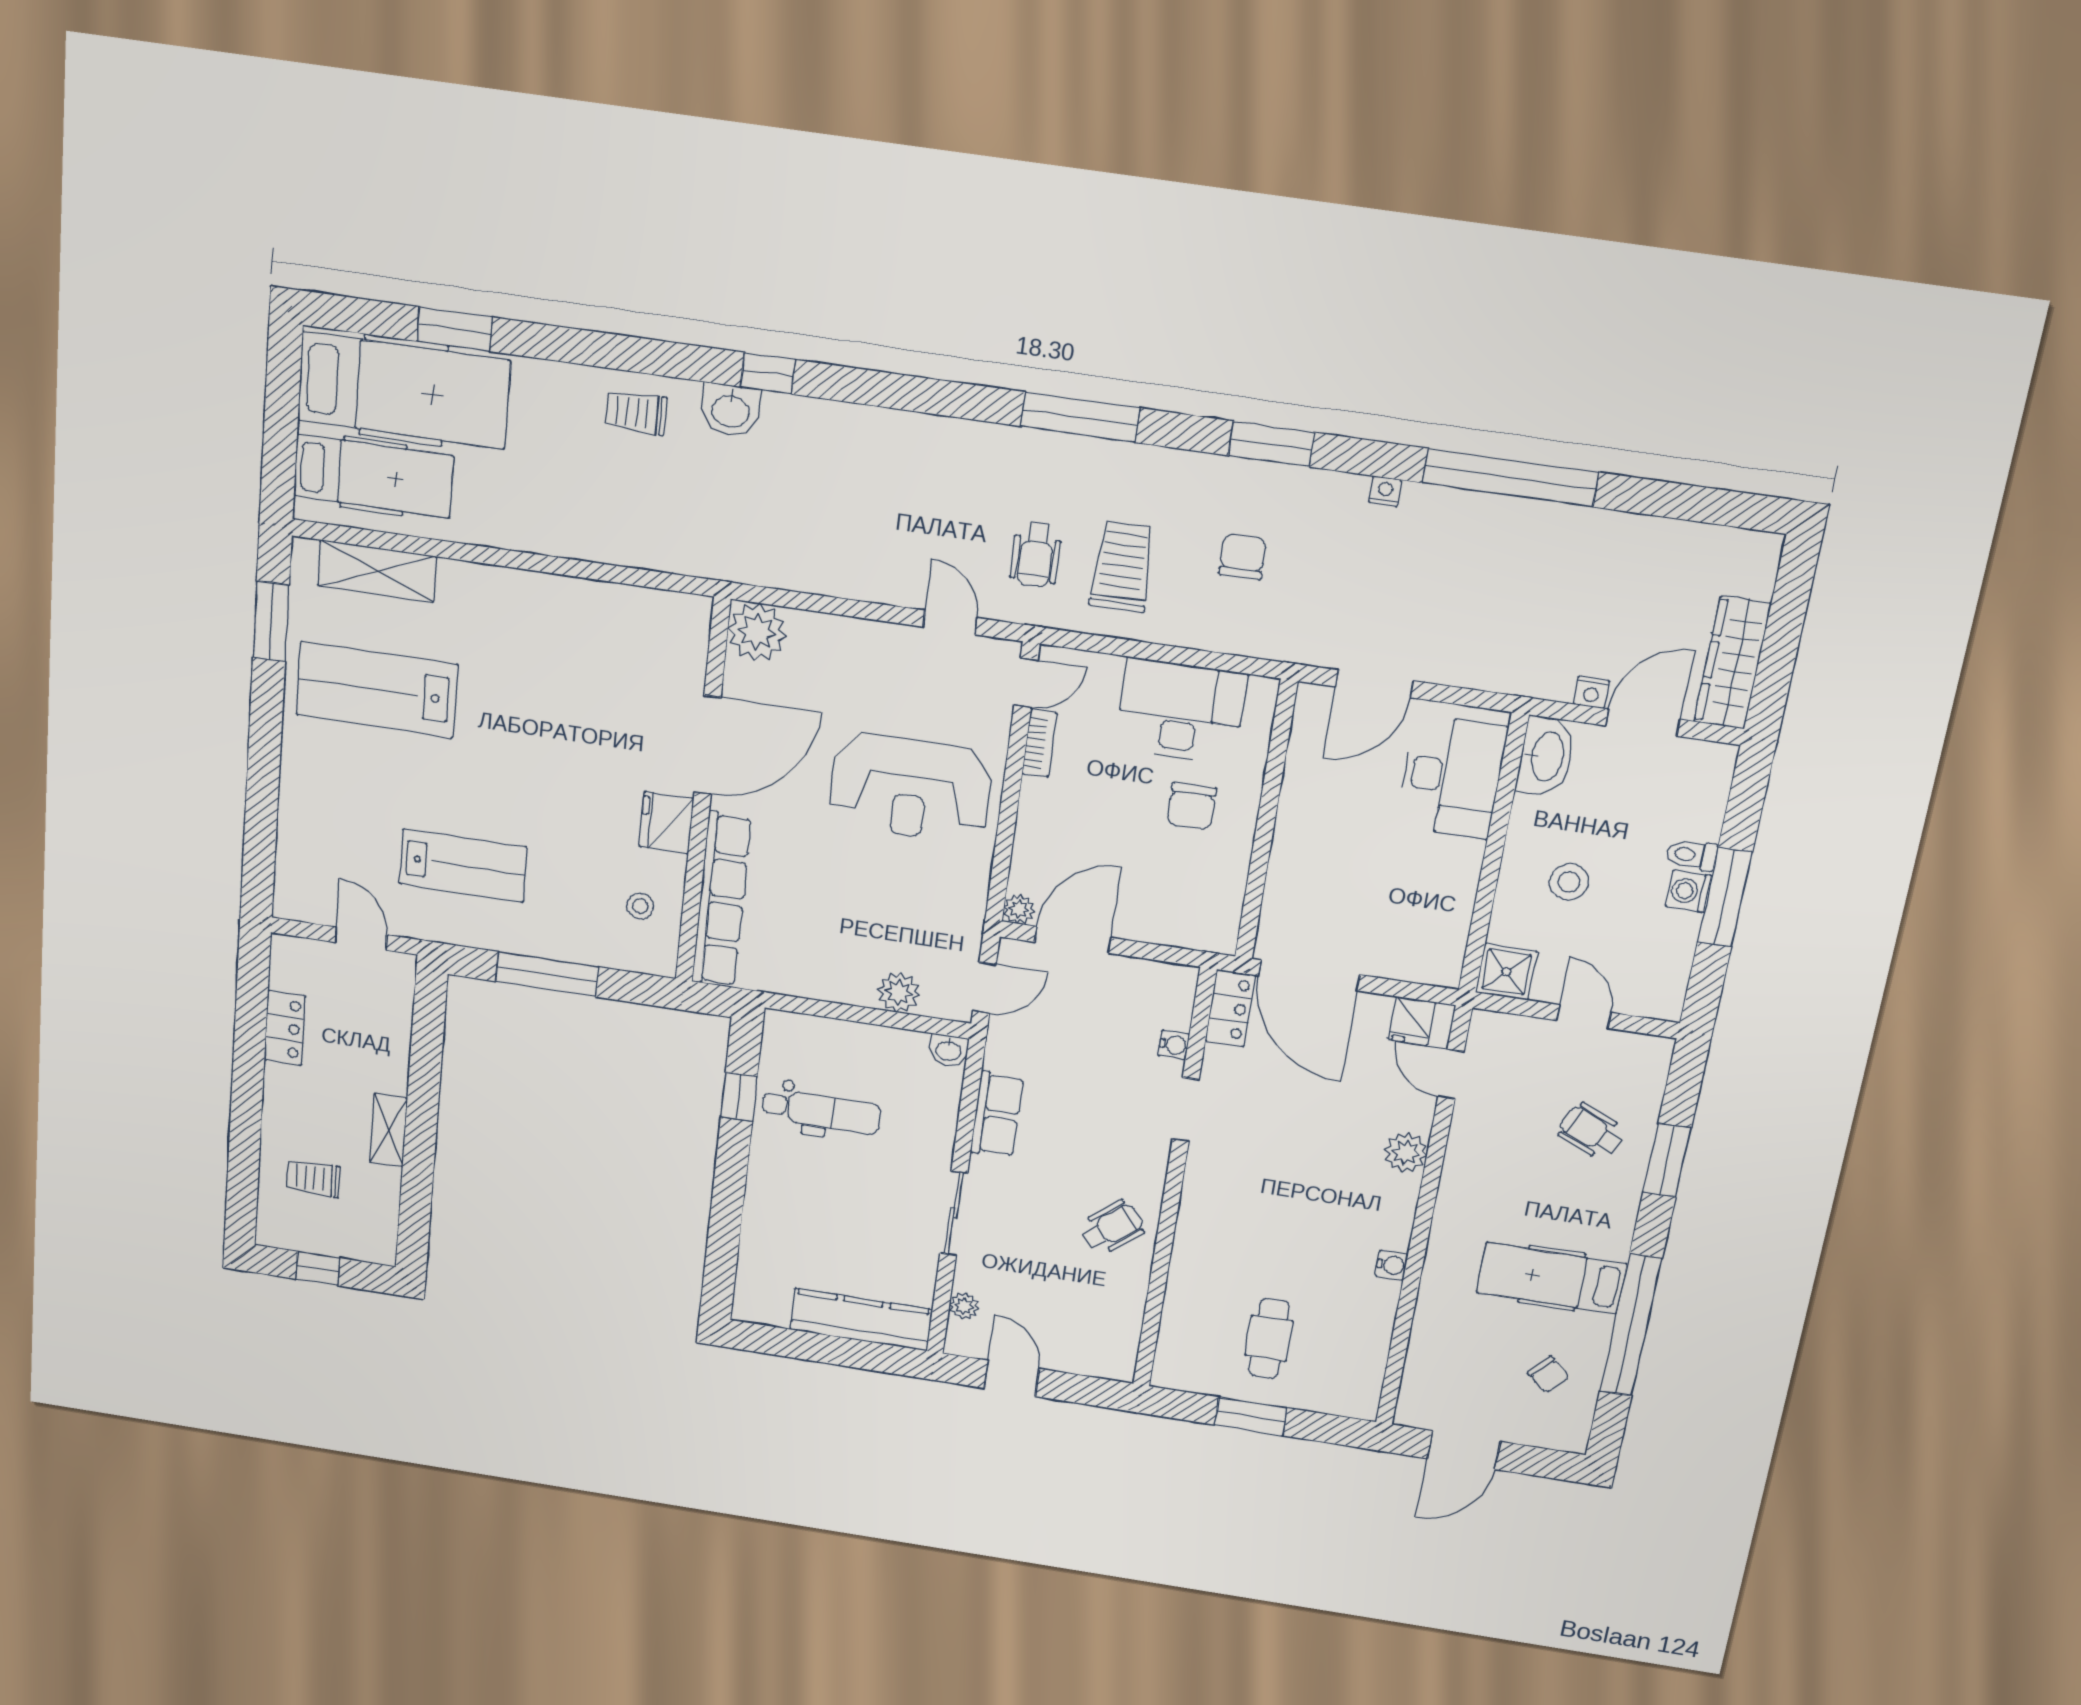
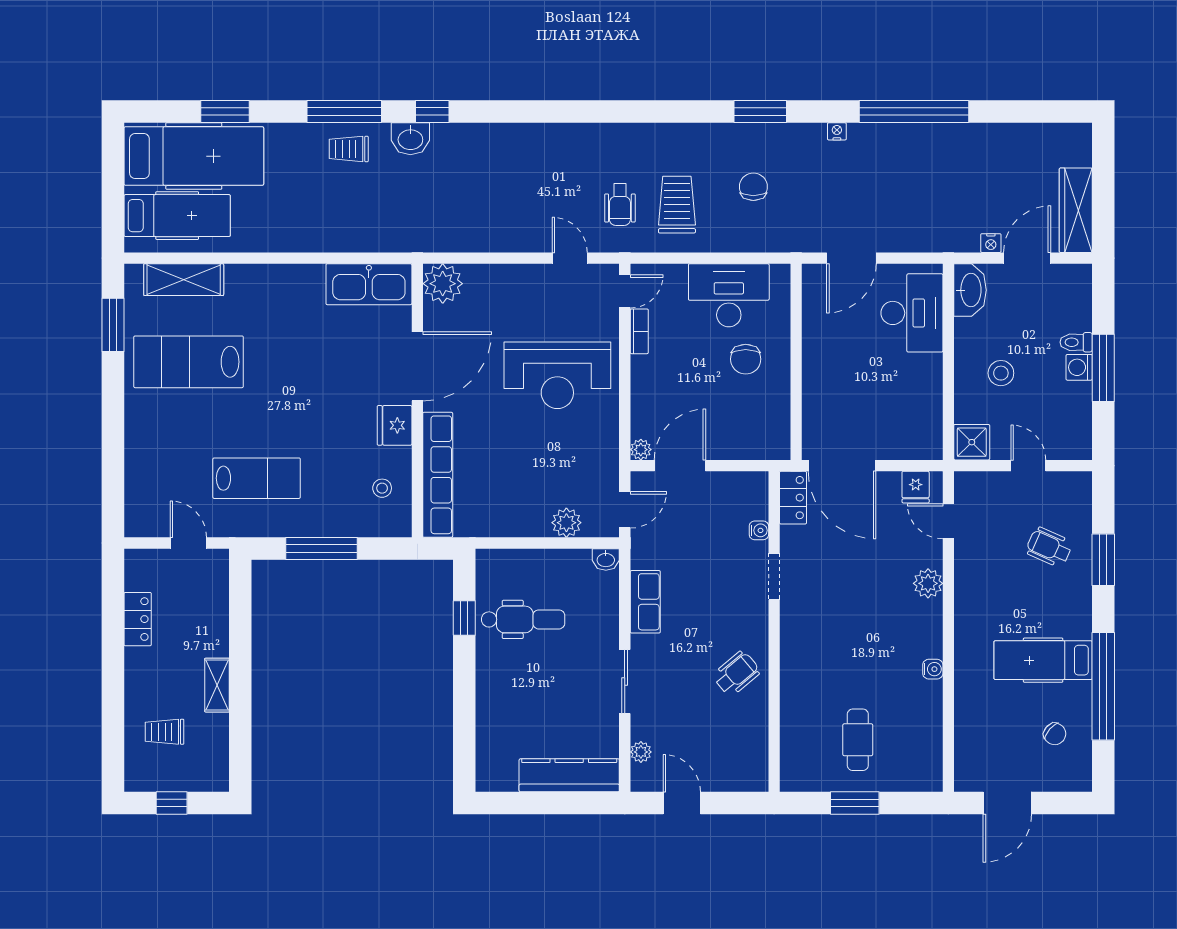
window: (1080, 417) -> (344, 112), moved
kitchen sink: (648, 617) -> (369, 284), added

